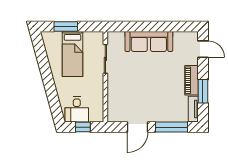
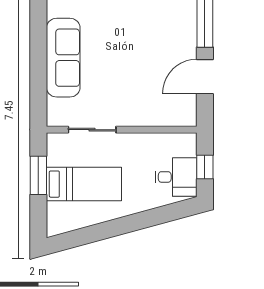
window: (66, 26) -> (38, 175), moved
door: (137, 127) -> (205, 77), swing flipped

